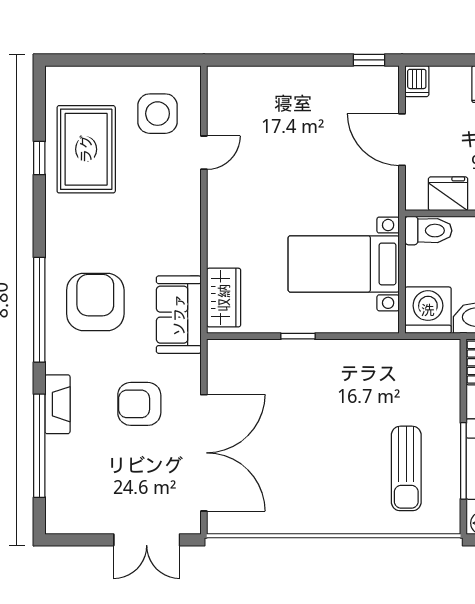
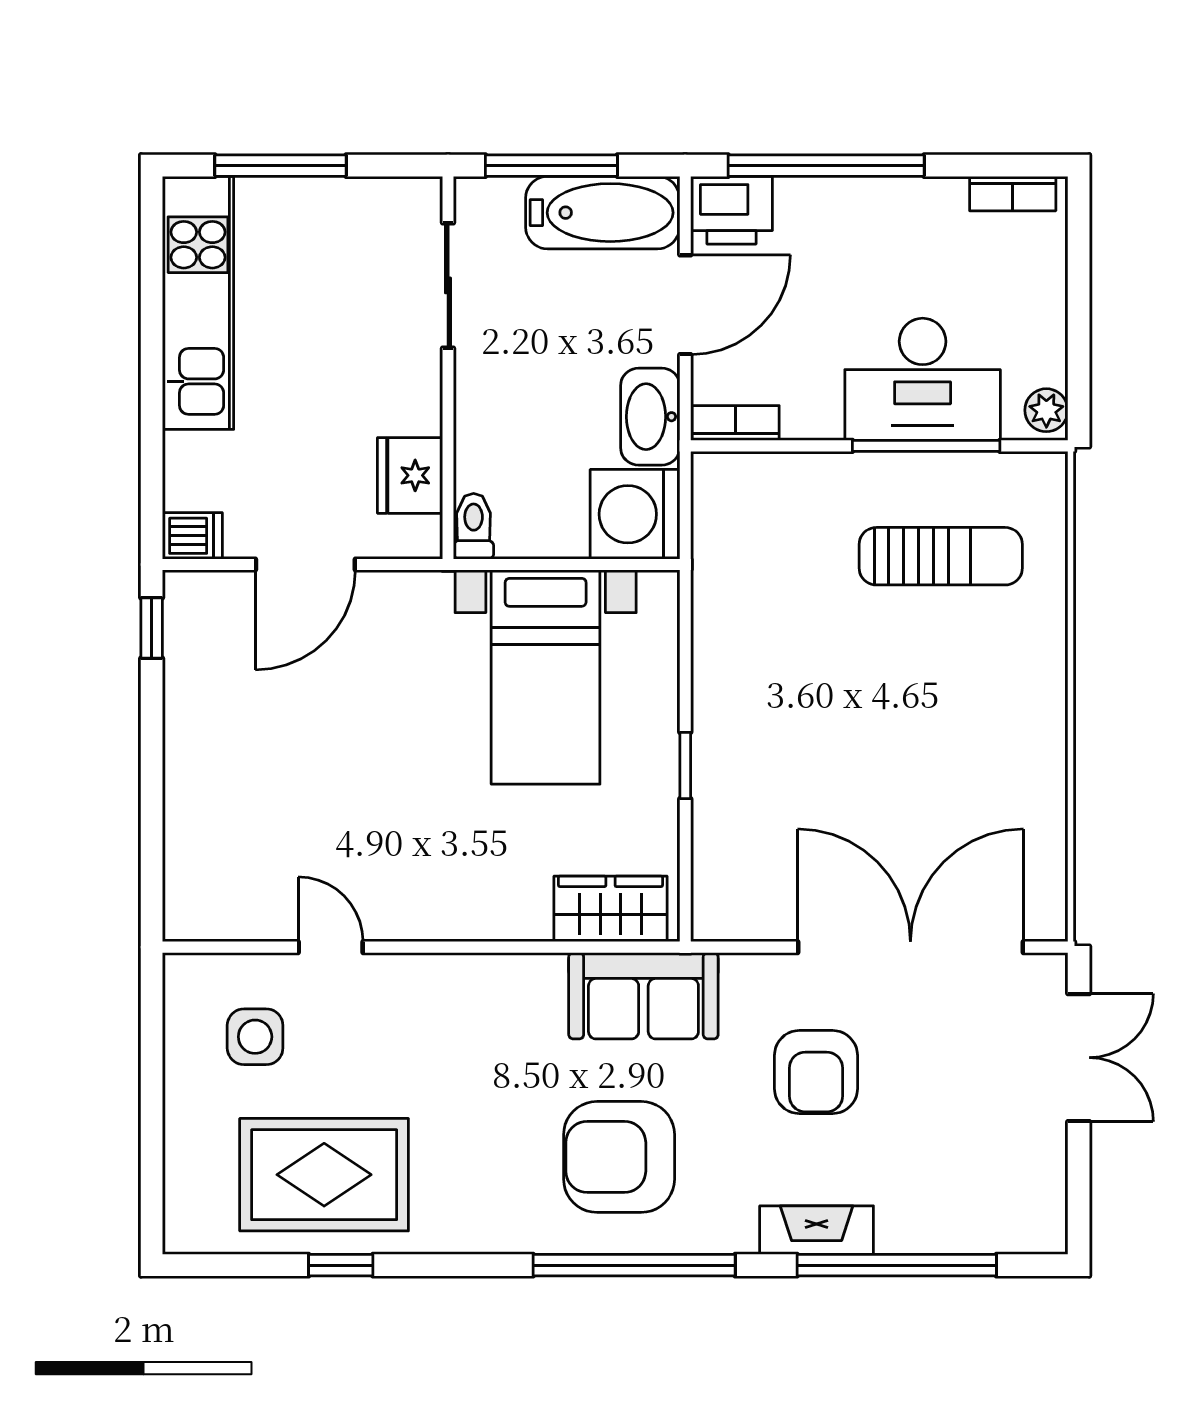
side table: (158, 114) -> (255, 1037), width x0.73, depth x0.73
toilet: (428, 231) -> (474, 526), width x0.73, depth x0.72

